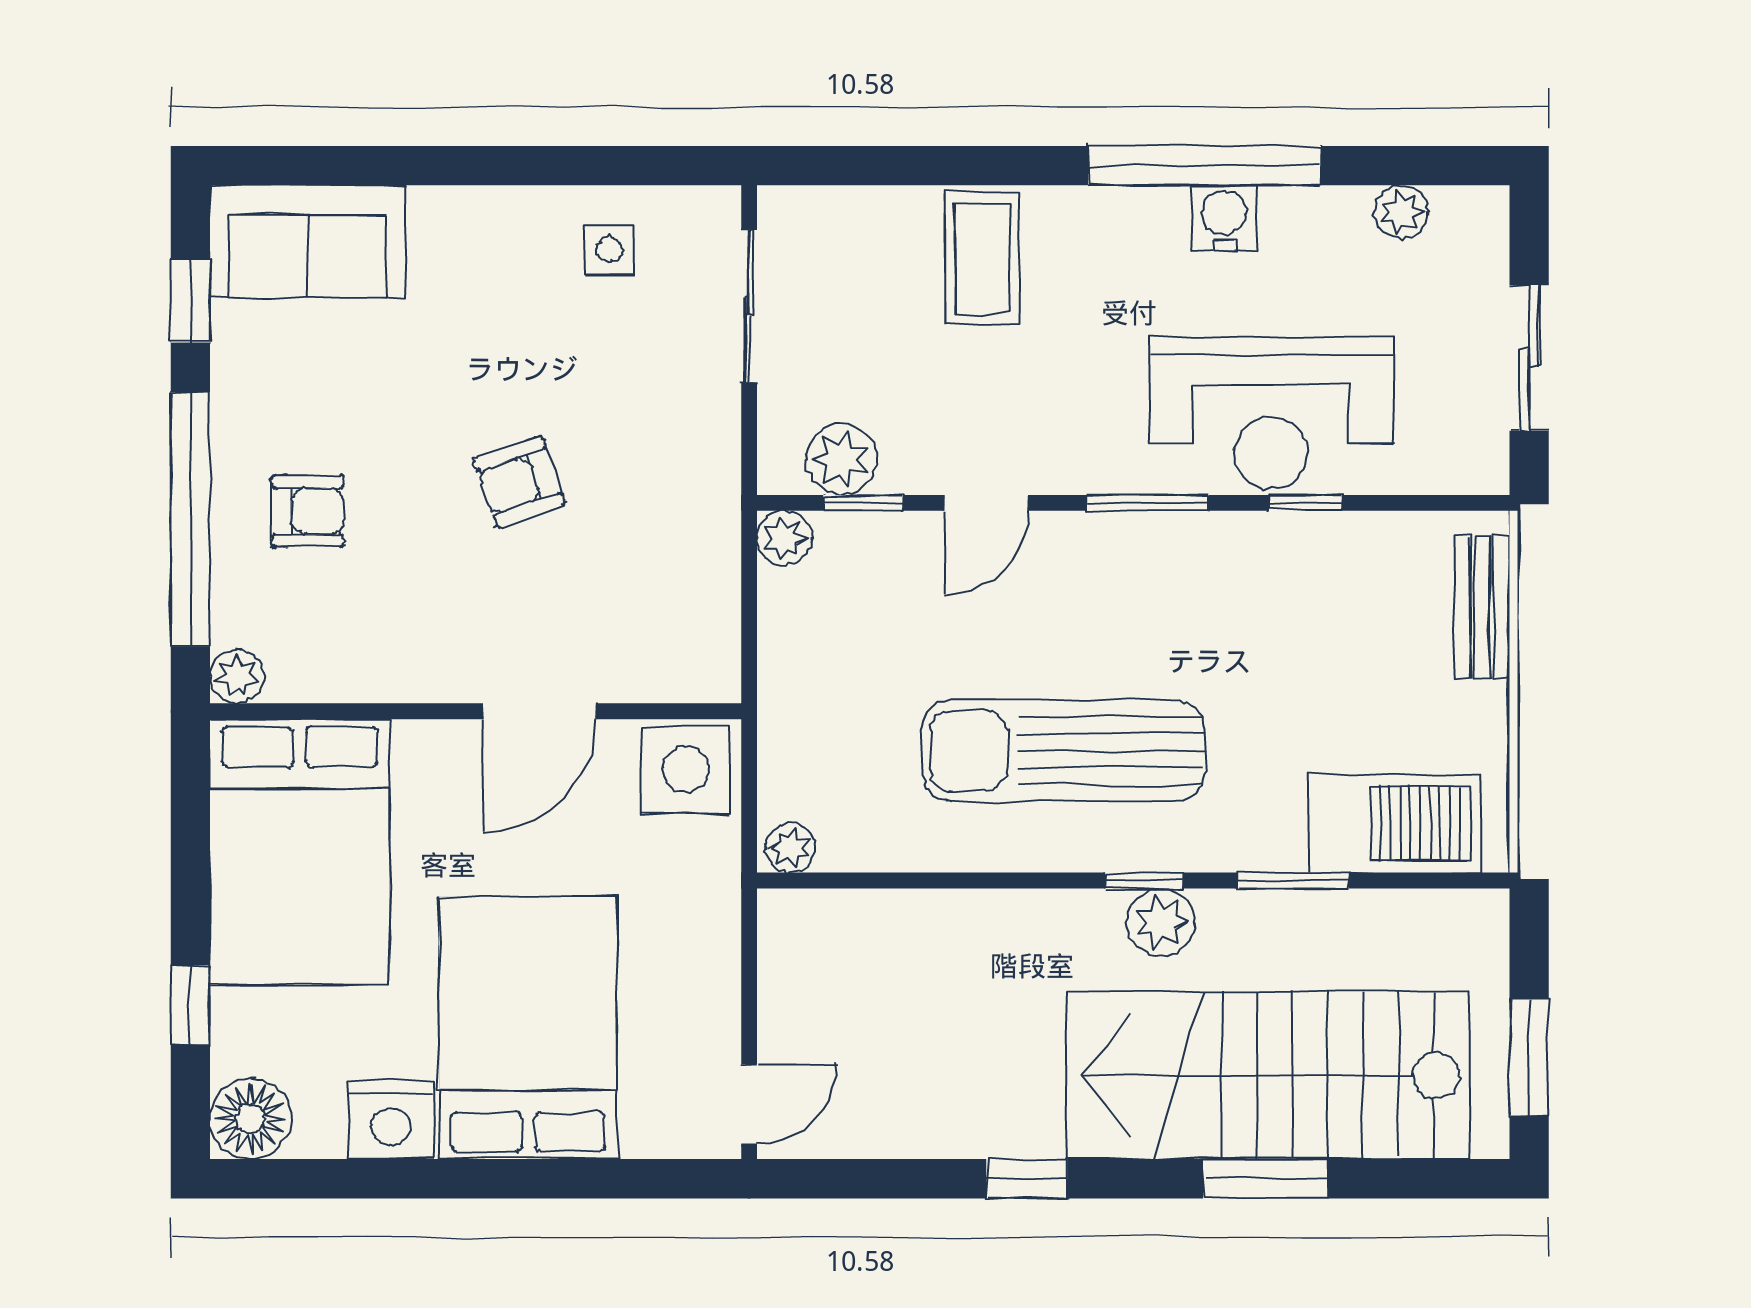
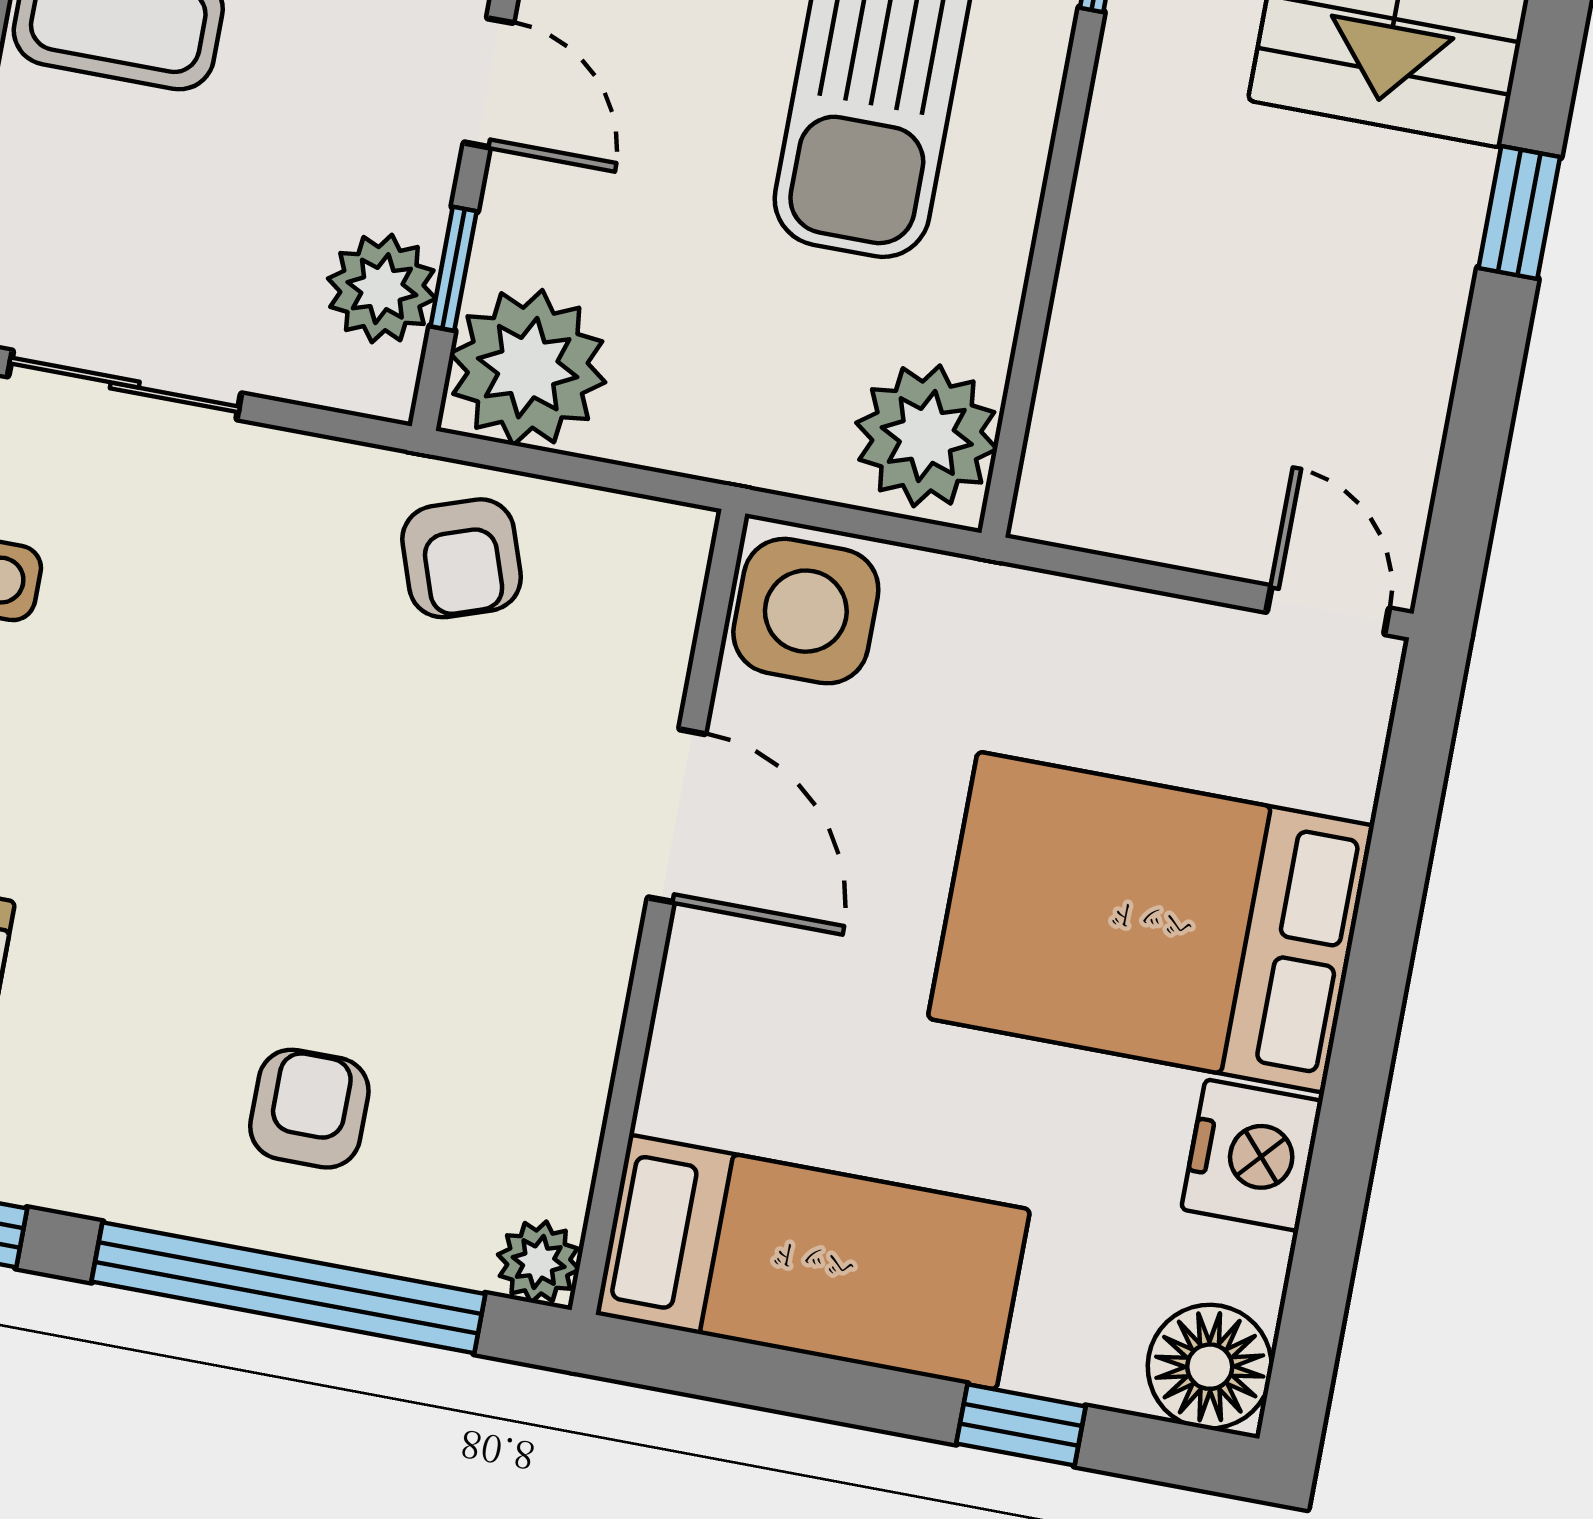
armchair: (519, 482) -> (462, 558), moved
plant: (784, 538) -> (528, 368), width x1.87, depth x1.87
plant: (791, 848) -> (927, 436), width x1.88, depth x1.88
bed: (300, 852) -> (813, 1262), width x0.67

